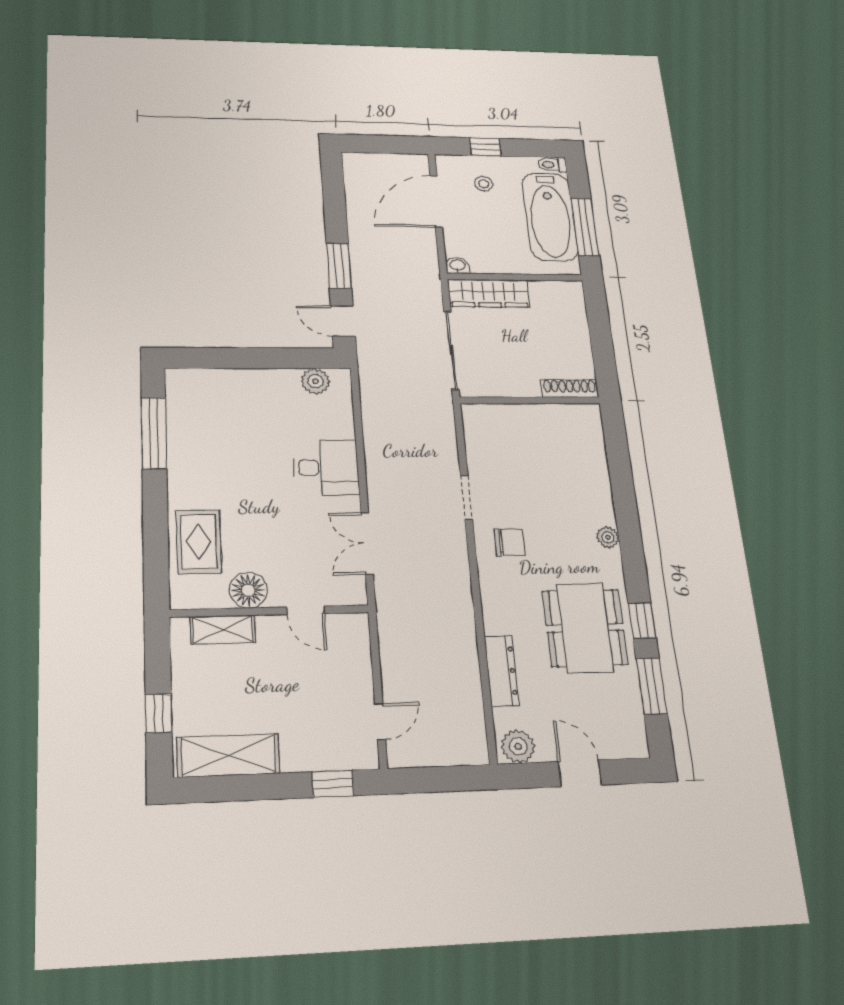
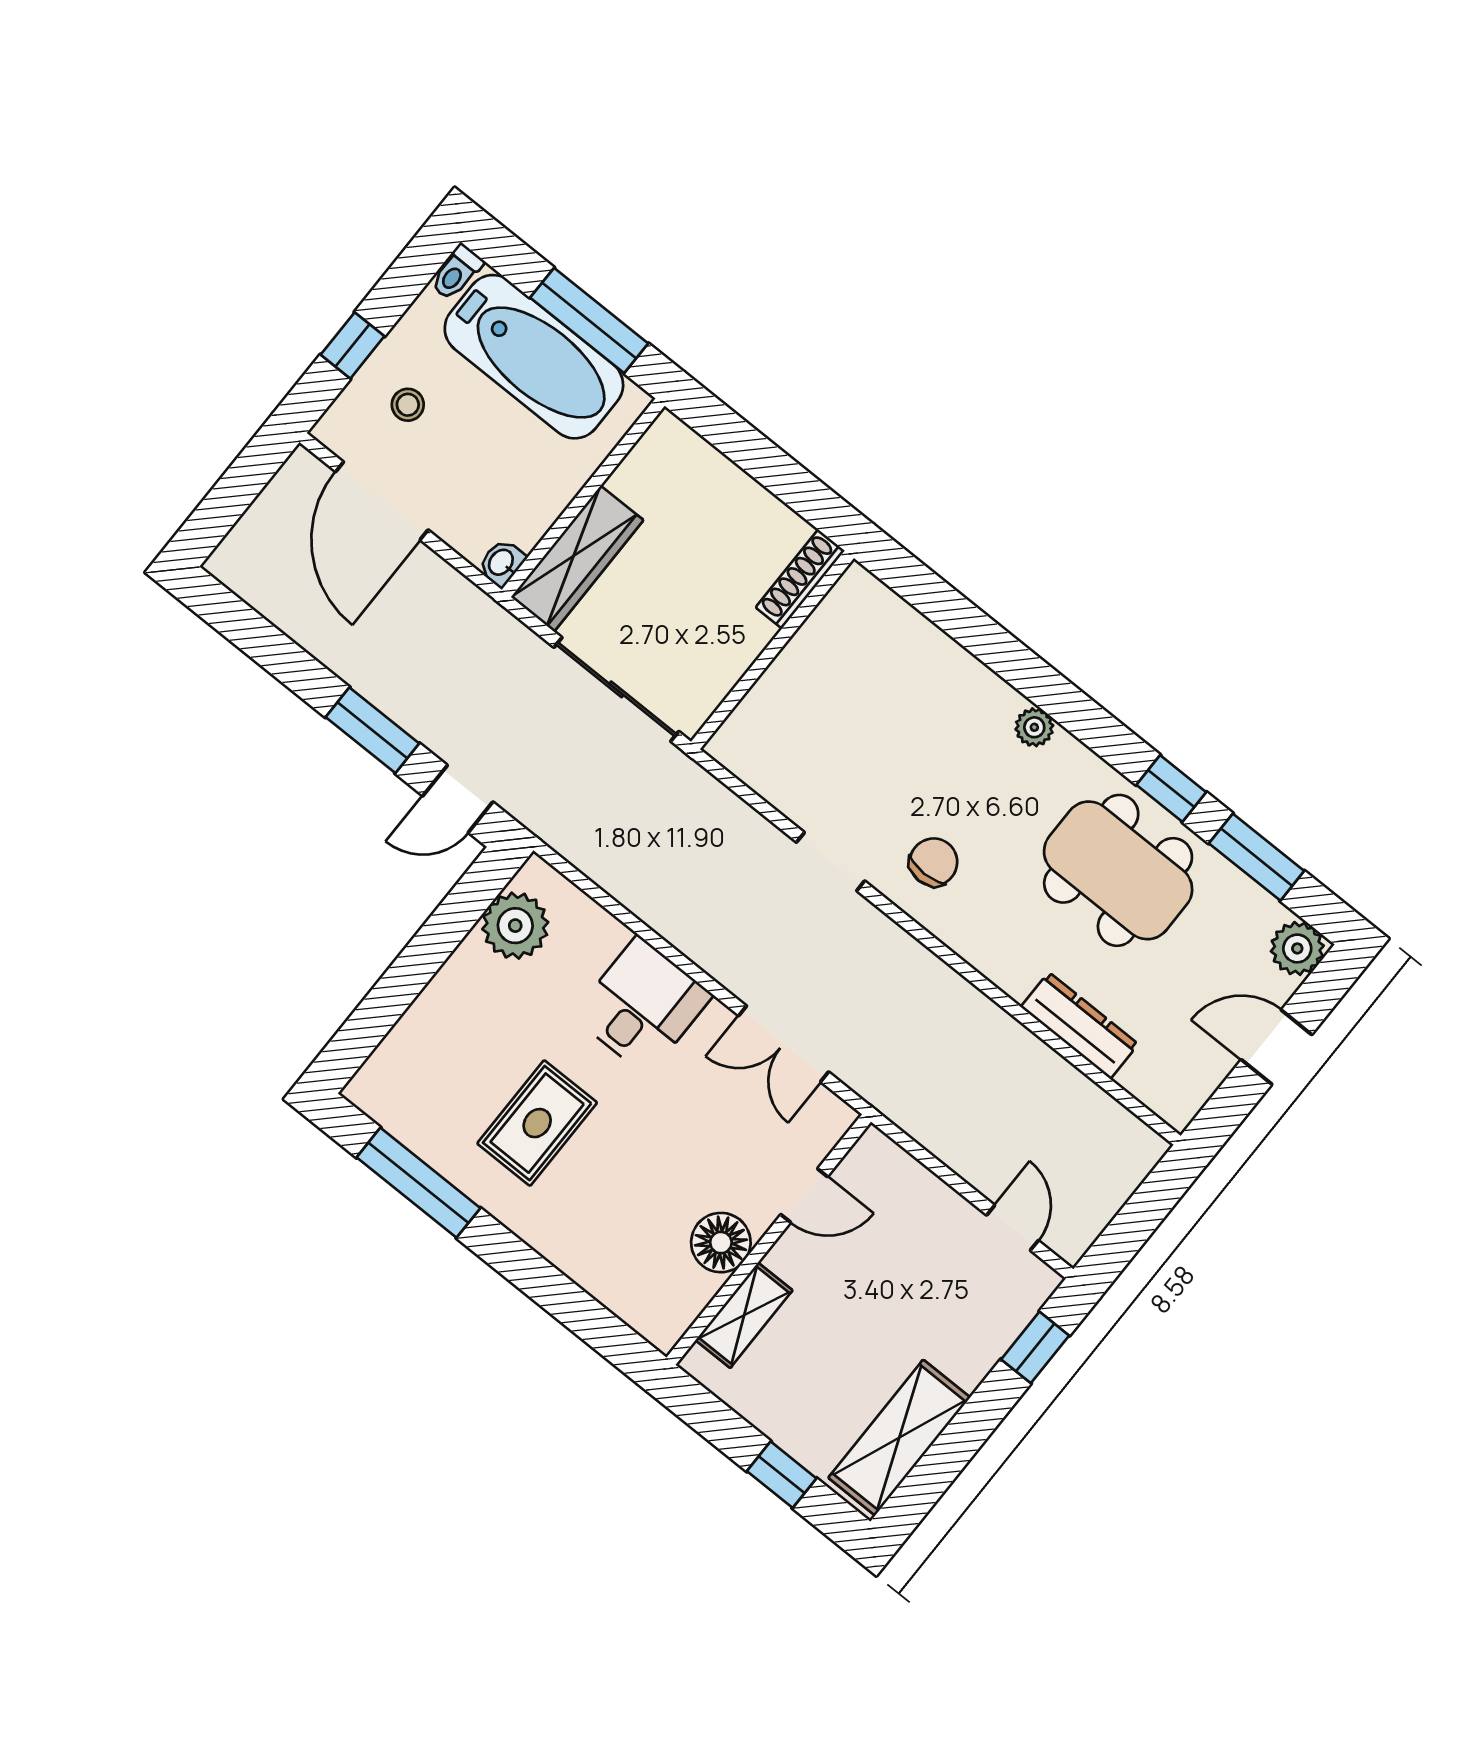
plant: (315, 381) -> (515, 926), width x1.36, depth x1.36
rug: (199, 542) -> (537, 1123), moved, turned 90
plant: (518, 746) -> (1297, 948), moved

